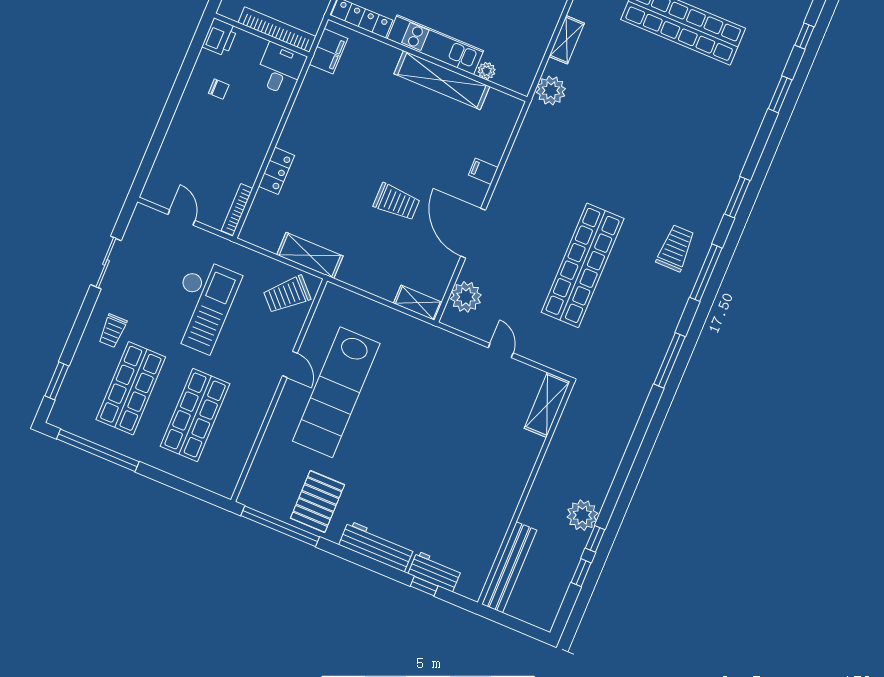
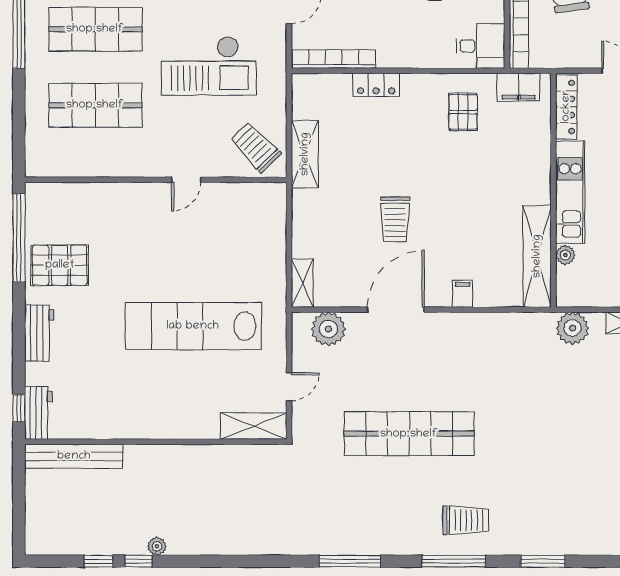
shelving: (442, 80) -> (537, 256), moved
pallet: (330, 107) -> (463, 112), added
bookcase: (237, 210) -> (334, 59), width x1.48, depth x1.31
lab bench: (336, 392) -> (193, 326), moved
shelving: (547, 405) -> (253, 426), moved
wall: (526, 493) -> (156, 442), moved
plant: (582, 515) -> (157, 546), width x0.53, depth x0.53
workbench: (377, 546) -> (39, 333), width x0.73
bench: (509, 567) -> (74, 456), moved

